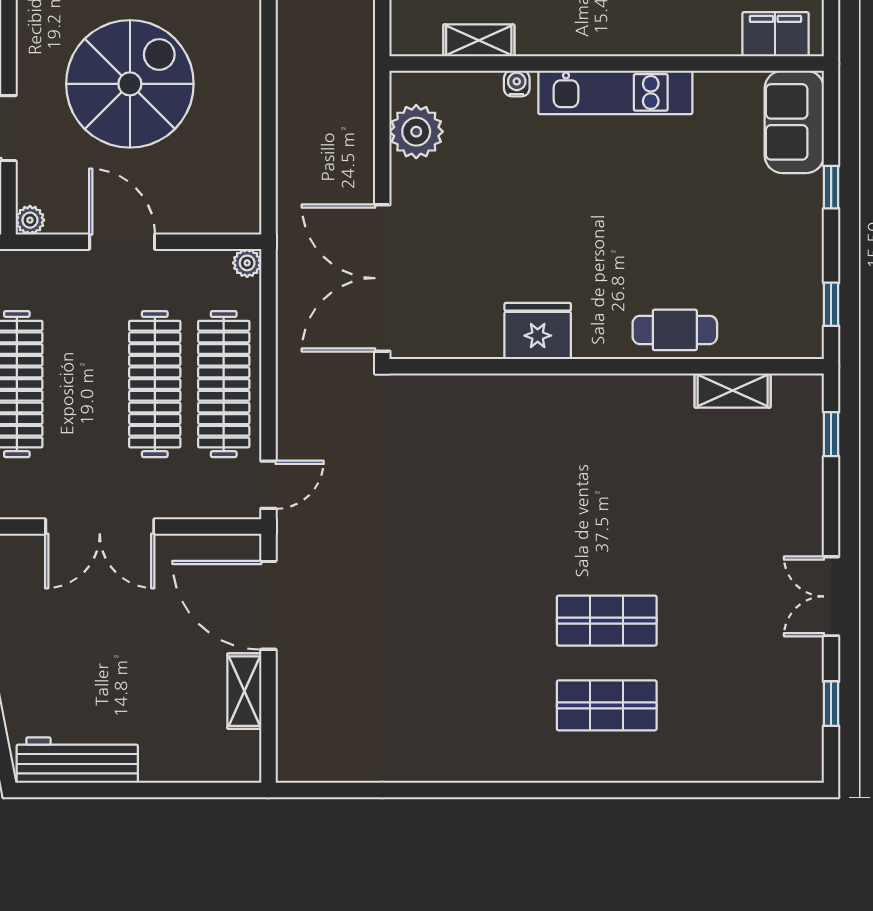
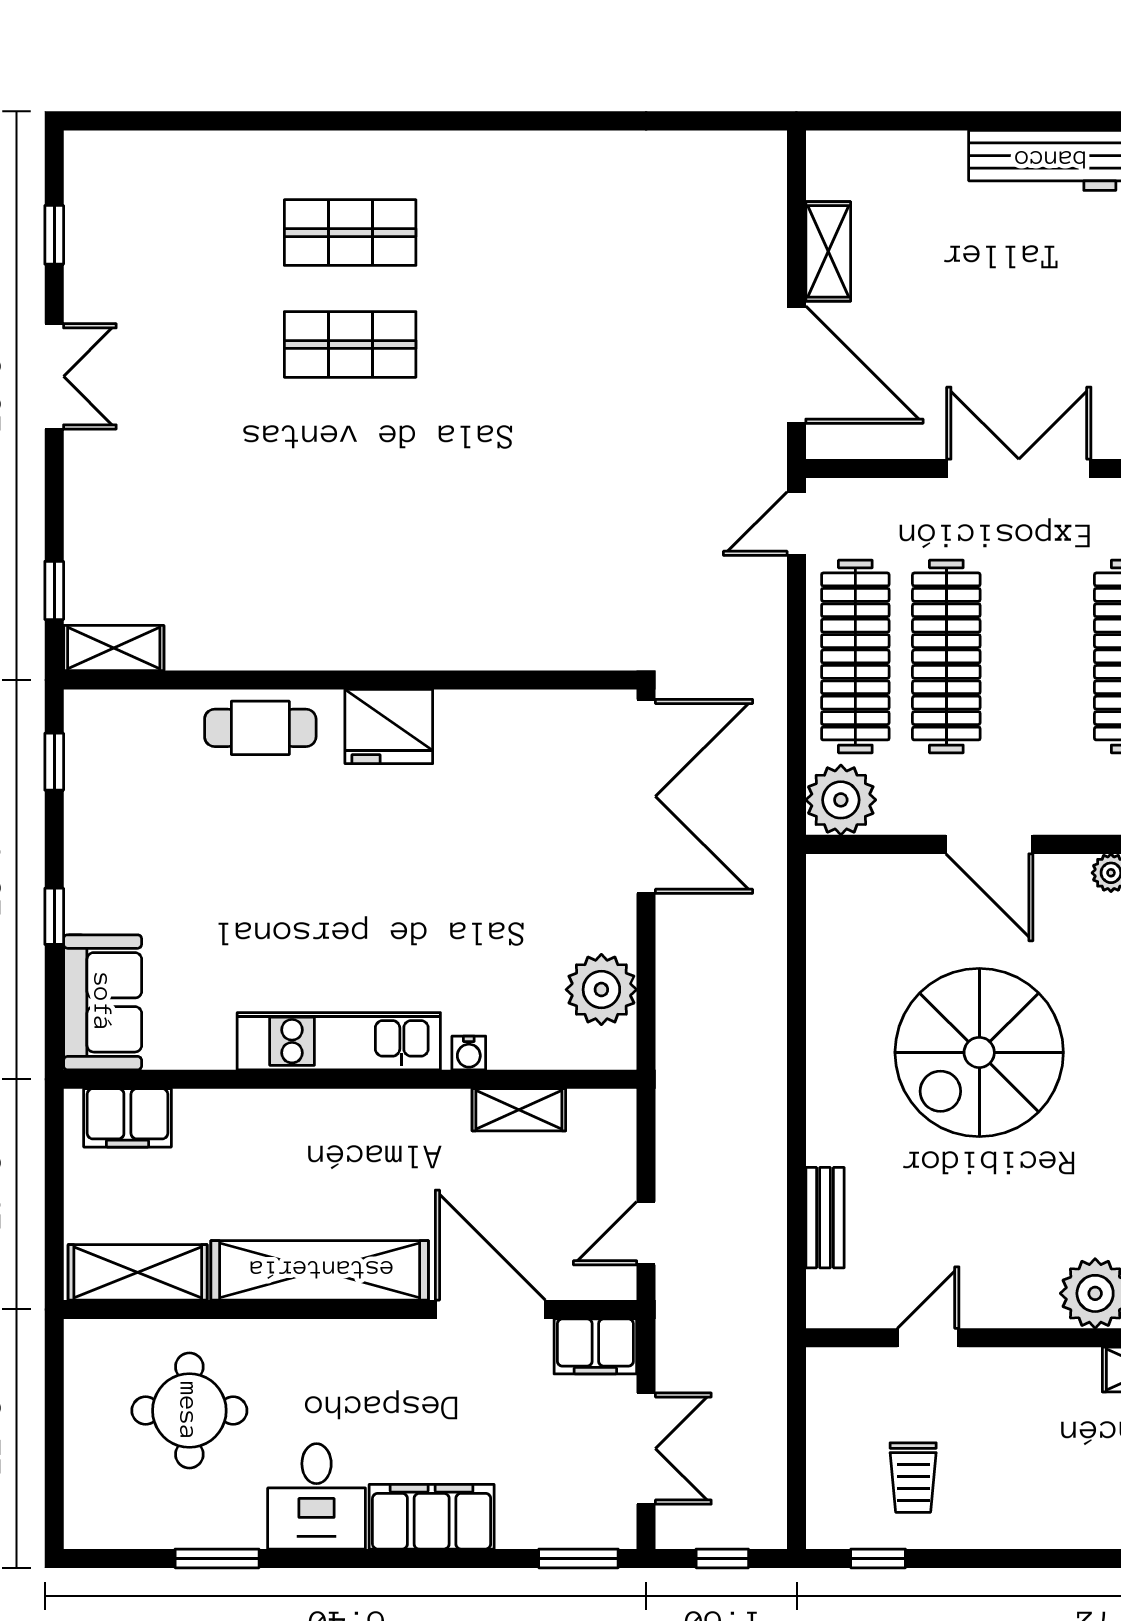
plant: (247, 263) -> (841, 800), width x1.88, depth x1.88
fridge: (538, 331) -> (389, 726), moved
shelving: (733, 390) -> (114, 648), moved

